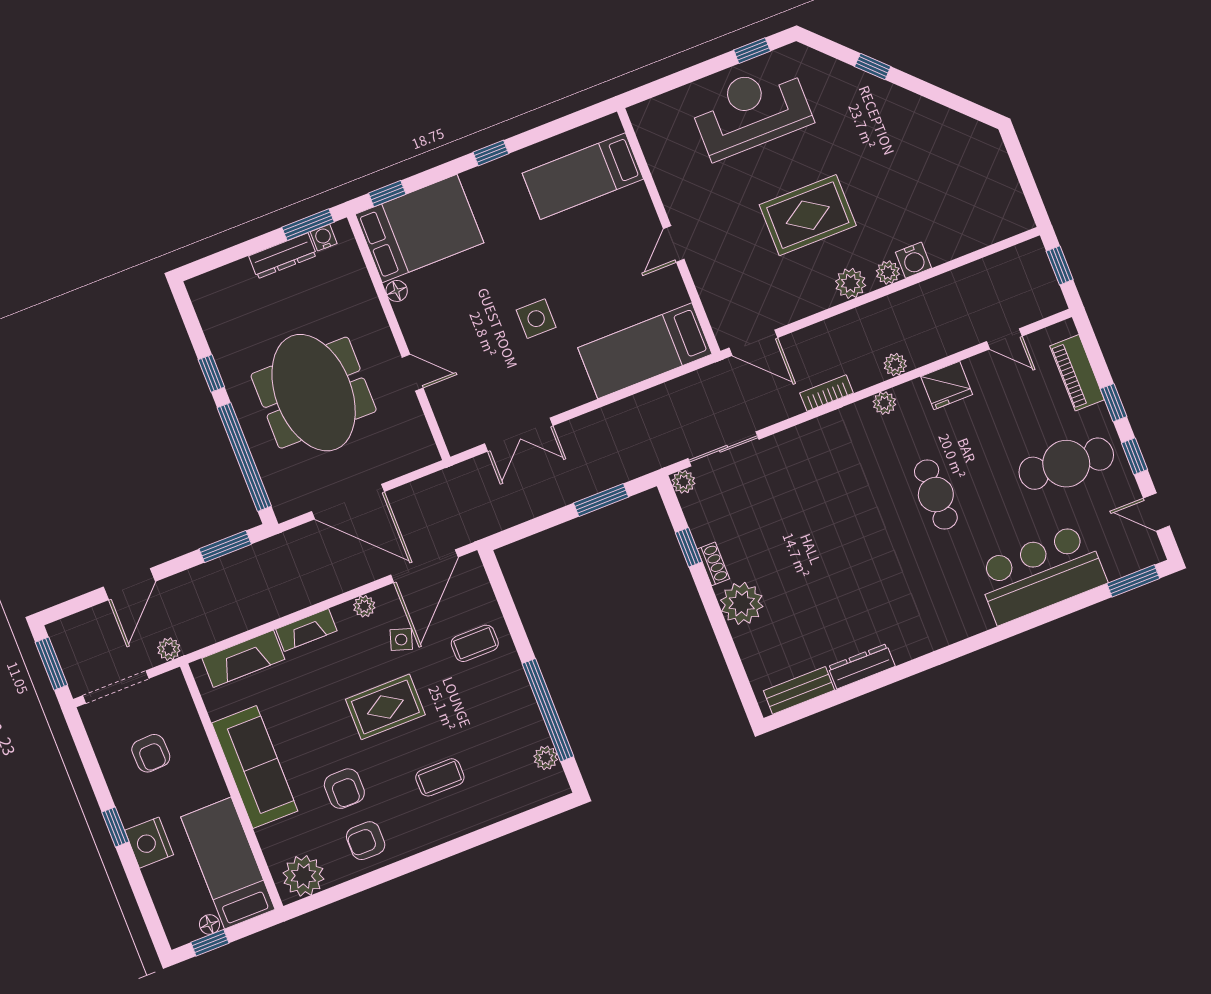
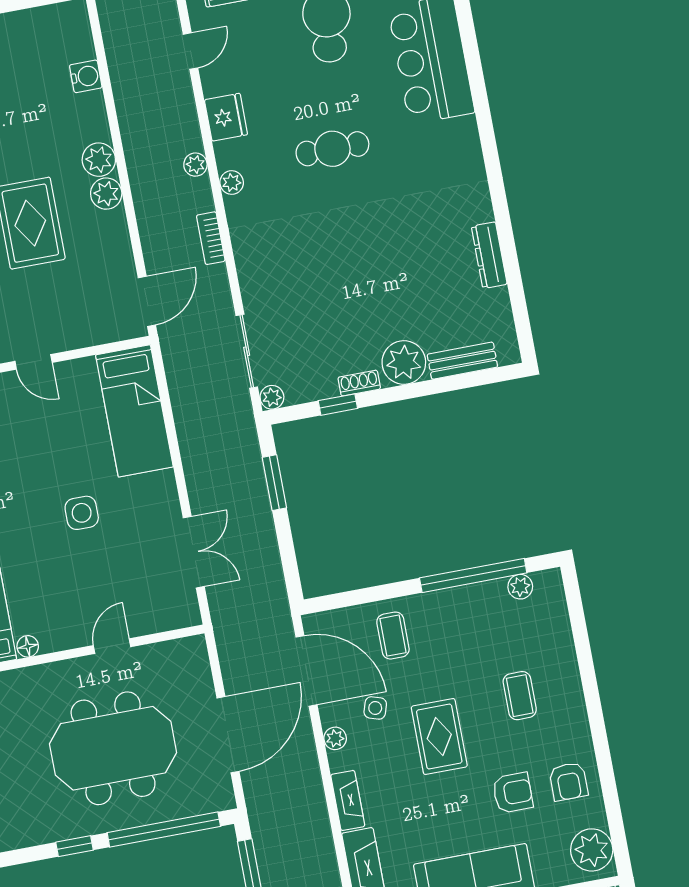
water cooler: (914, 260) -> (86, 76), moved
plant: (888, 272) -> (99, 160), width x1.38, depth x1.38
bench: (799, 690) -> (462, 361), moved, turned 90

